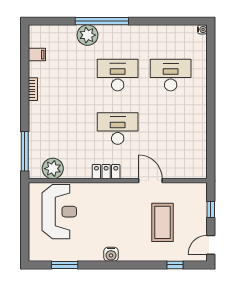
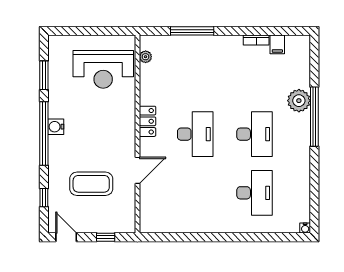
bookcase: (33, 89) -> (256, 40), moved
window: (25, 151) -> (192, 31), moved
plant: (53, 169) -> (146, 57), width x0.53, depth x0.53
window: (117, 265) -> (44, 134), added

